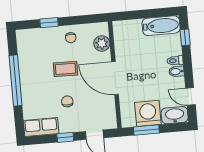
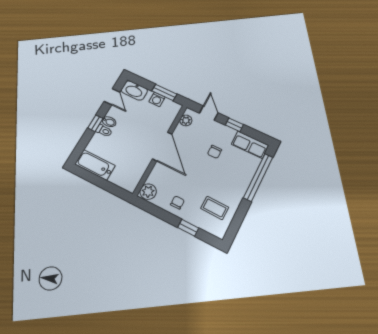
window: (185, 37) -> (95, 123), moved
plant: (102, 43) -> (148, 192), moved
coffee table: (66, 69) -> (215, 208), moved
window: (15, 81) -> (258, 177), moved
washing machine: (148, 113) -> (157, 99), width x0.53, depth x0.53
plant: (110, 115) -> (186, 120), added

